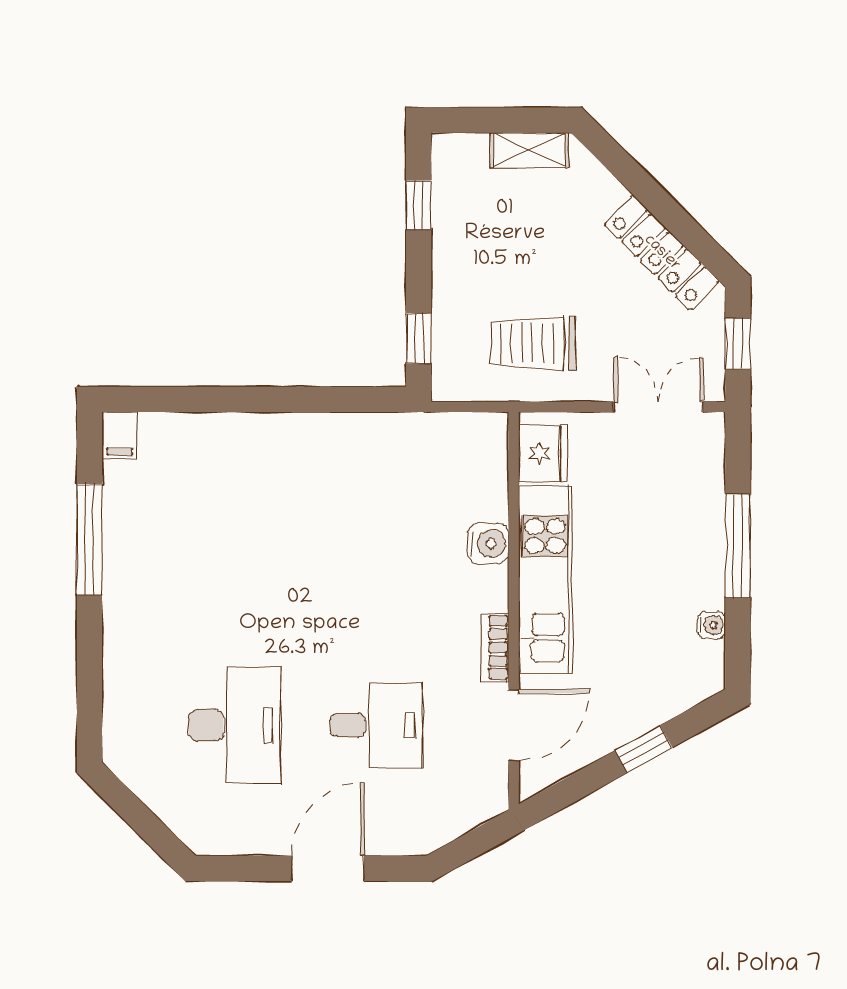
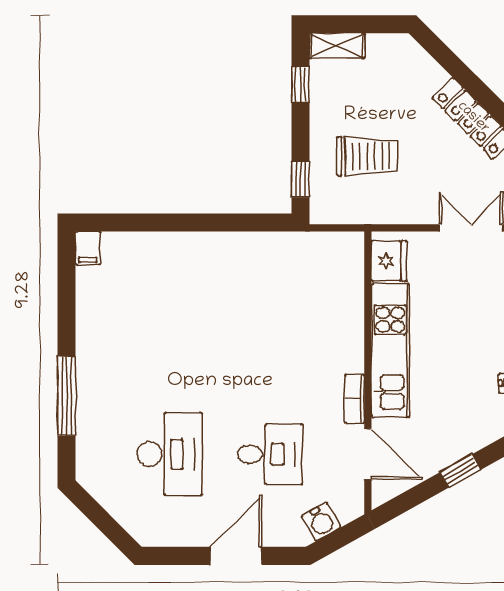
shelving: (529, 150) -> (337, 46), moved
trolley: (533, 343) -> (367, 156), moved, turned 180
window: (89, 539) -> (67, 396), moved
water cooler: (488, 543) -> (321, 522), moved, turned 61
door: (514, 725) -> (368, 454), hinge flipped

